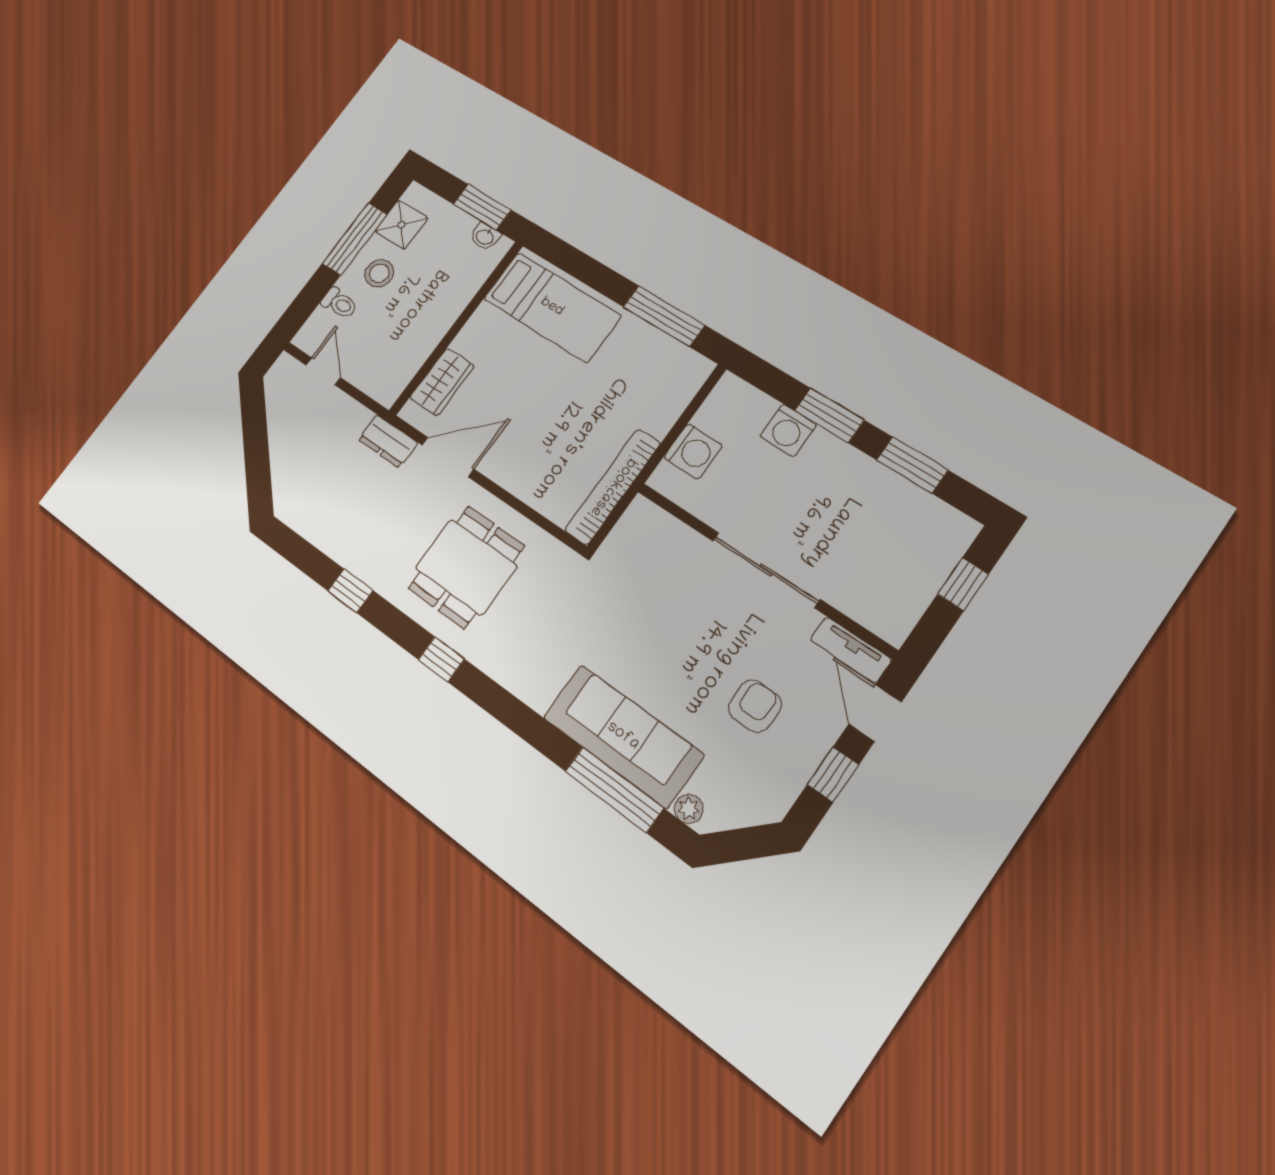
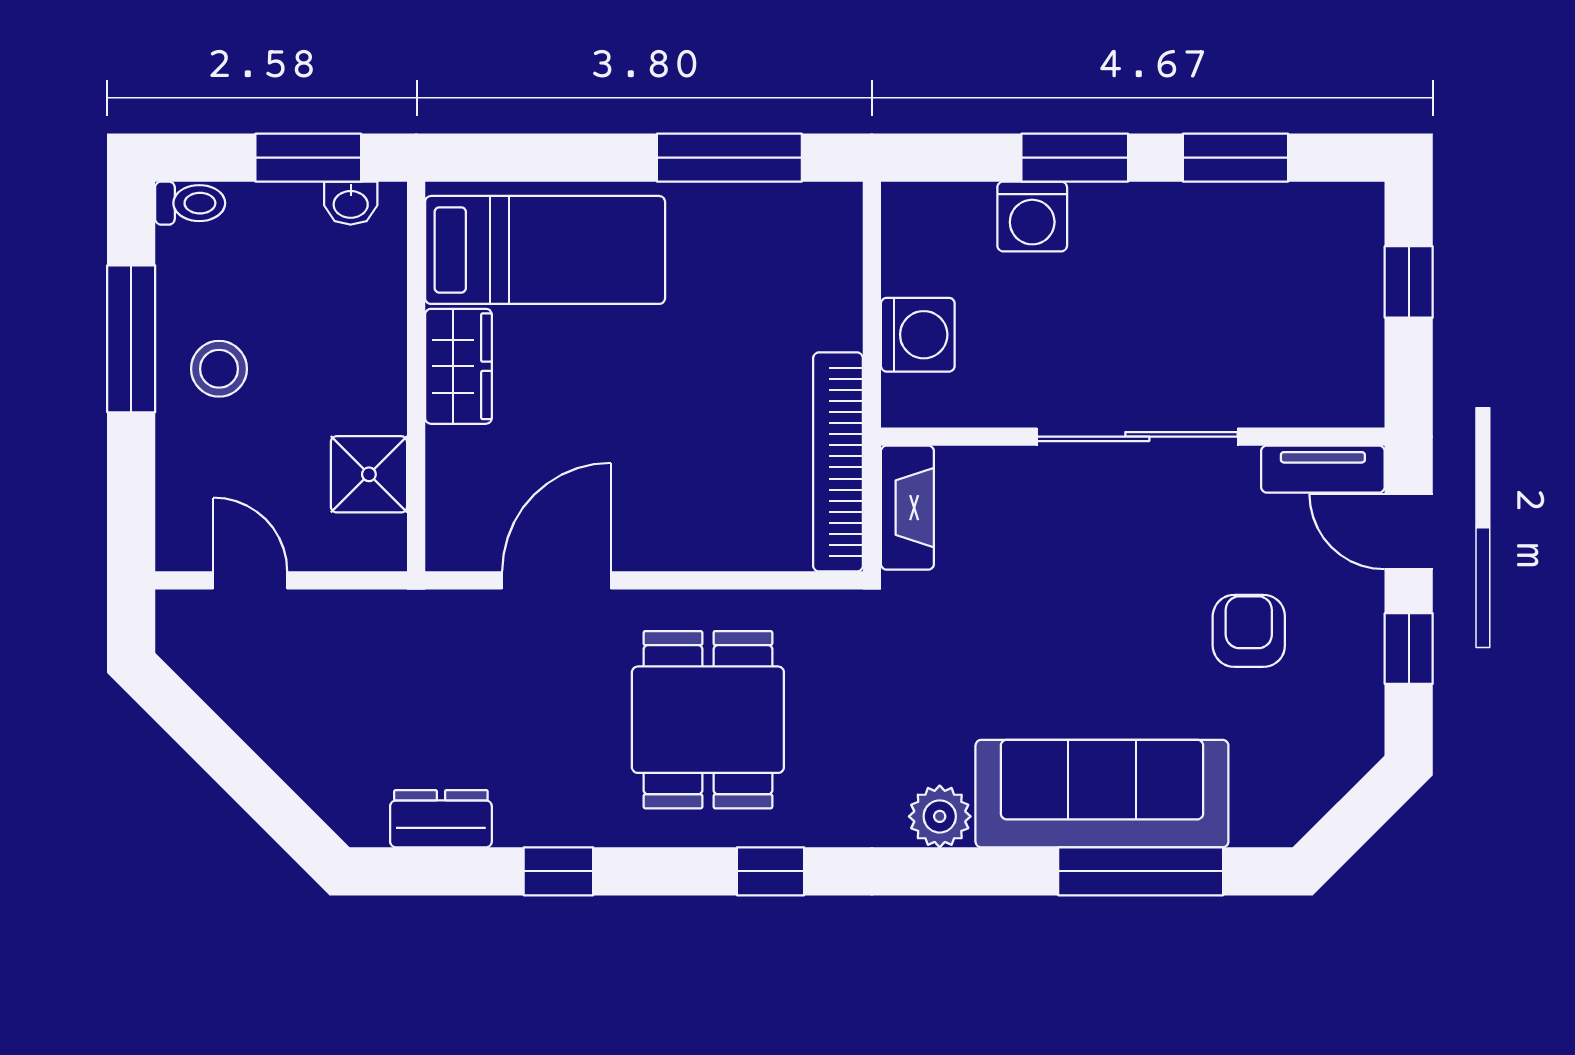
shower: (401, 225) -> (369, 474), moved
toilet: (340, 303) -> (190, 203), moved
wardrobe: (442, 382) -> (458, 366), moved
dresser: (388, 441) -> (441, 819), moved, turned 180
fireplace: (629, 530) -> (907, 508), added
plant: (689, 809) -> (940, 816), moved, width x1.38, depth x1.38

